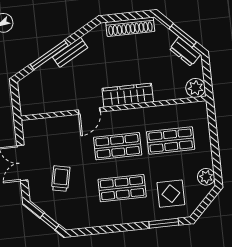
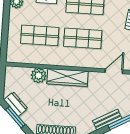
plant: (196, 88) -> (39, 75), moved
door: (89, 111) -> (114, 71), moved

